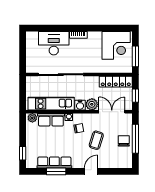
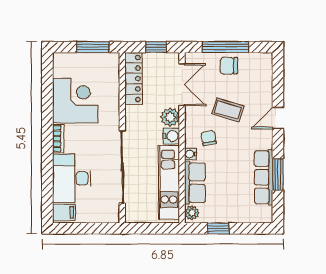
filing cabinet: (33, 38) -> (64, 212), added
corner desk: (116, 45) -> (75, 101), moved
double door: (112, 112) -> (182, 85), swing flipped
window: (23, 153) -> (218, 228), moved
door: (91, 171) -> (278, 118), hinge flipped

